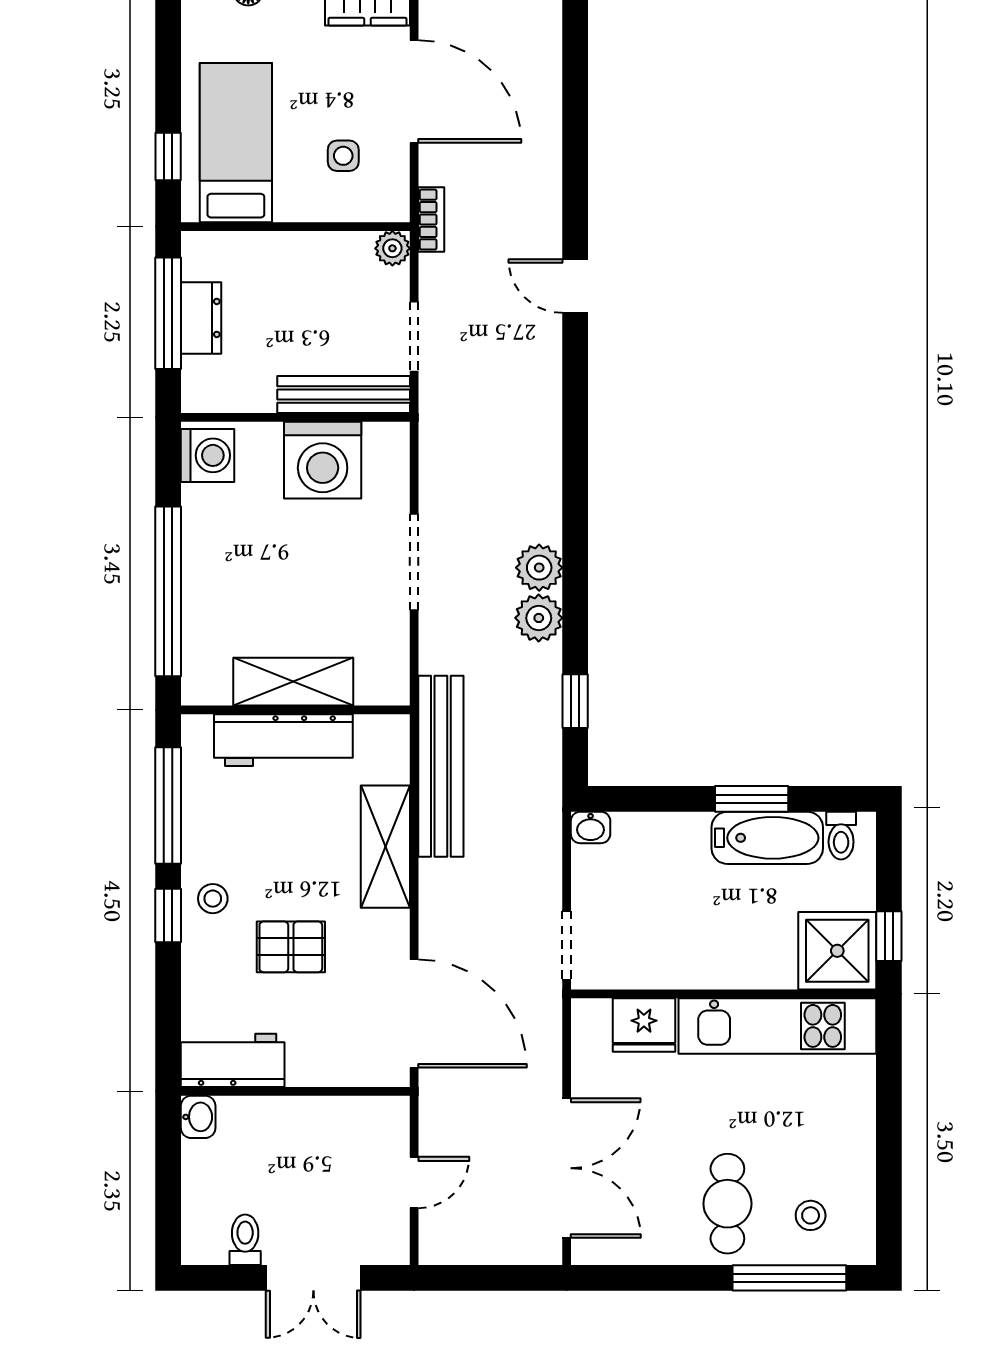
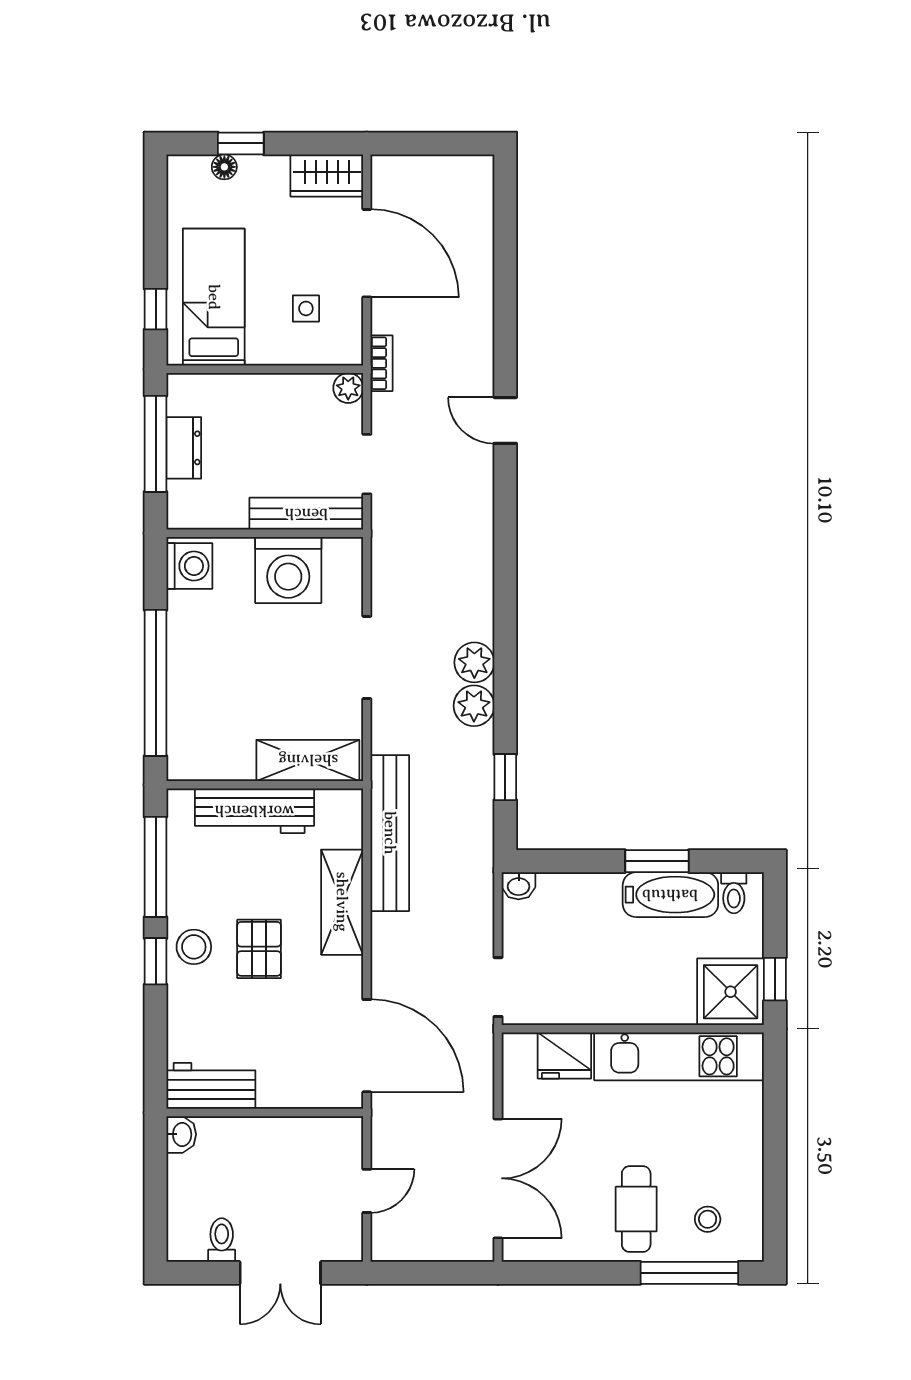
shelving: (293, 682) -> (308, 760), moved
stool: (213, 899) -> (194, 947), width x1.37, depth x1.37
pallet: (291, 947) -> (259, 949), moved, turned 90

